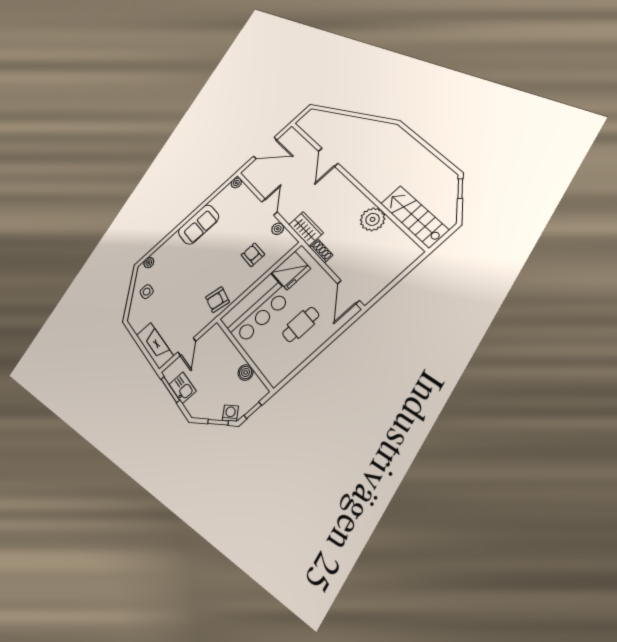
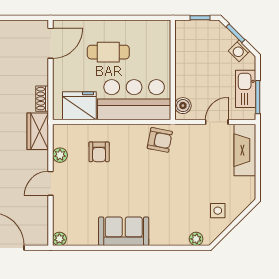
boiler: (246, 373) -> (183, 106), moved
kitchen sink: (183, 388) -> (246, 89), width x1.38
washing machine: (230, 413) -> (239, 51), moved

